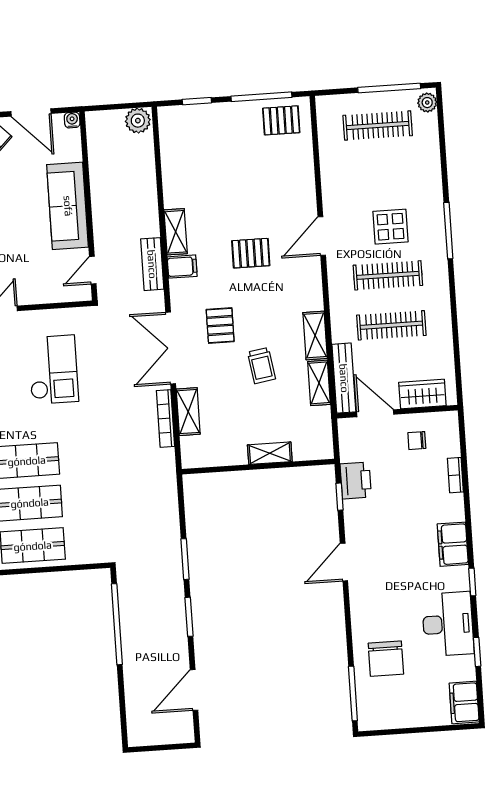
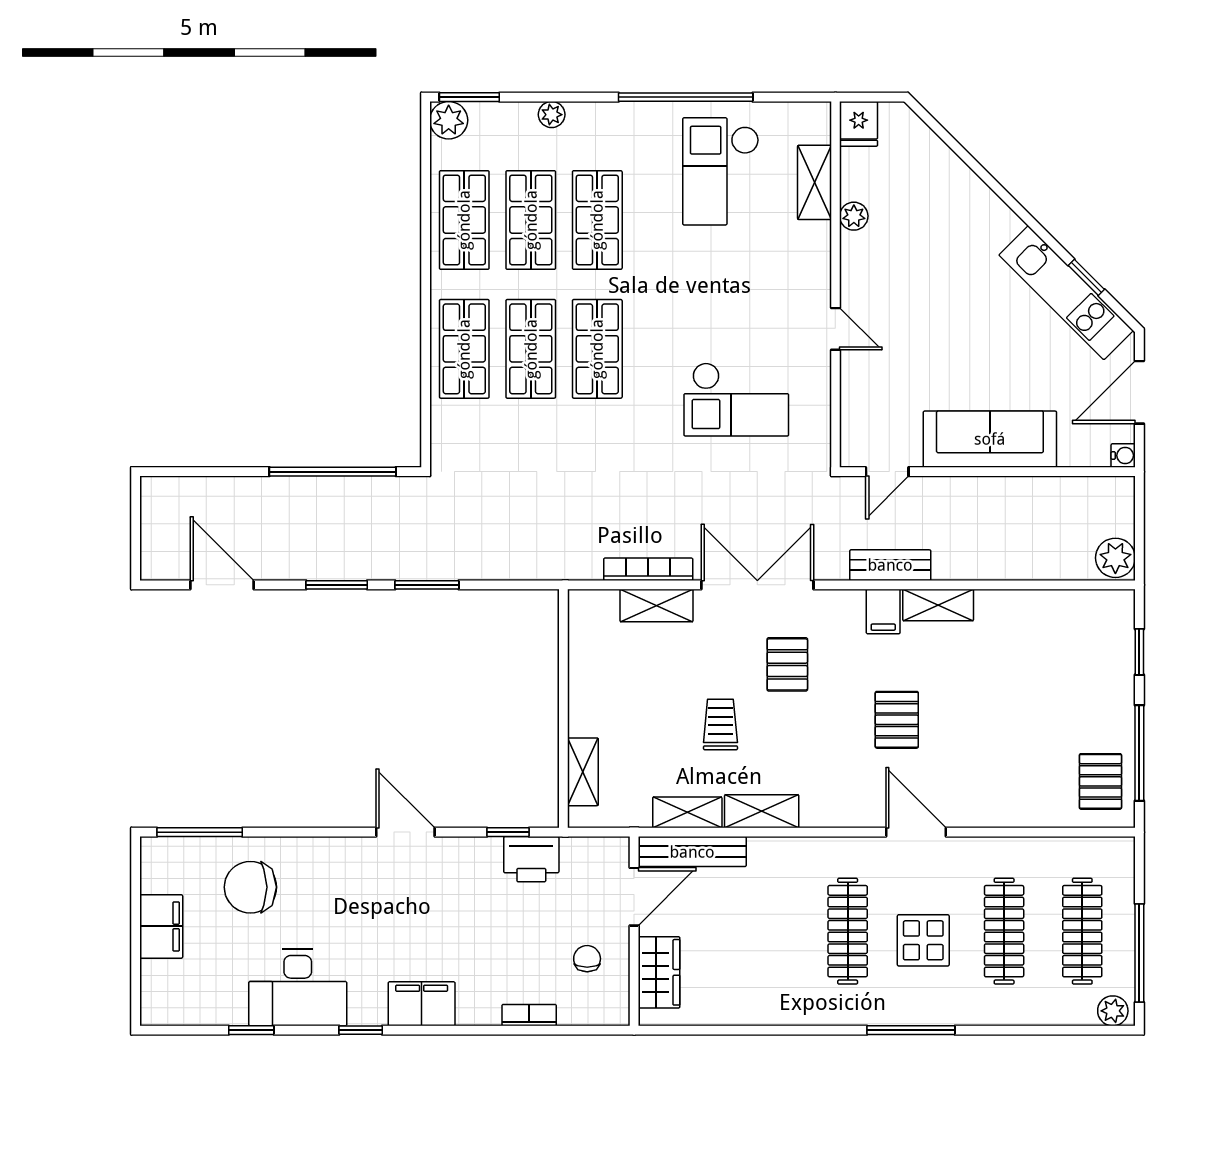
door: (93, 270) -> (887, 472), swing flipped
pallet: (220, 325) -> (787, 664), turned 90
clothes rail: (391, 325) -> (1004, 931), moved
trolley: (261, 366) -> (720, 724), turned 99
shelving: (270, 453) -> (583, 772), moved
filing cabinet: (464, 702) -> (161, 926), moved, turned 90

